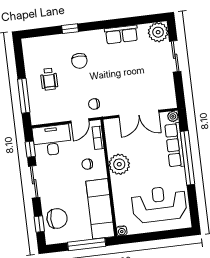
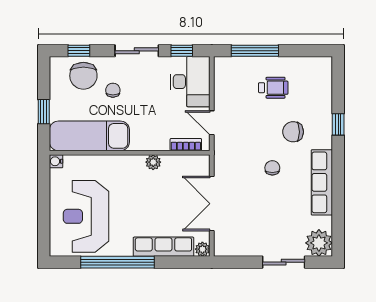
row of seats: (121, 34) -> (322, 182), width x1.48
wheelchair: (49, 79) -> (273, 88), turned 180
chair: (94, 104) -> (272, 168), moved
window: (187, 158) -> (117, 262), moved
chair: (87, 164) -> (113, 90), moved
plant: (119, 164) -> (153, 162), width x0.53, depth x0.53
reception desk: (159, 204) -> (86, 216), turned 180
window: (87, 244) -> (44, 112), width x0.46

